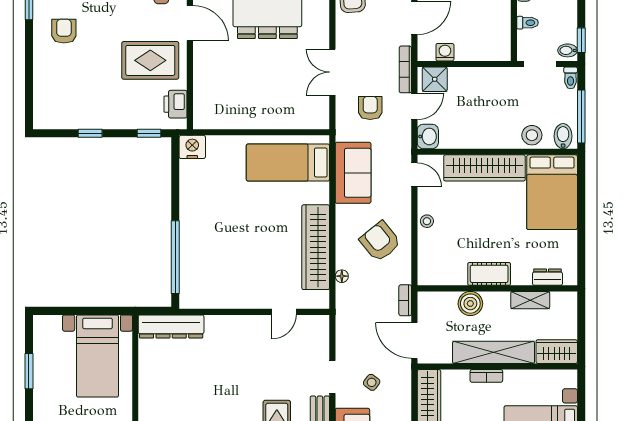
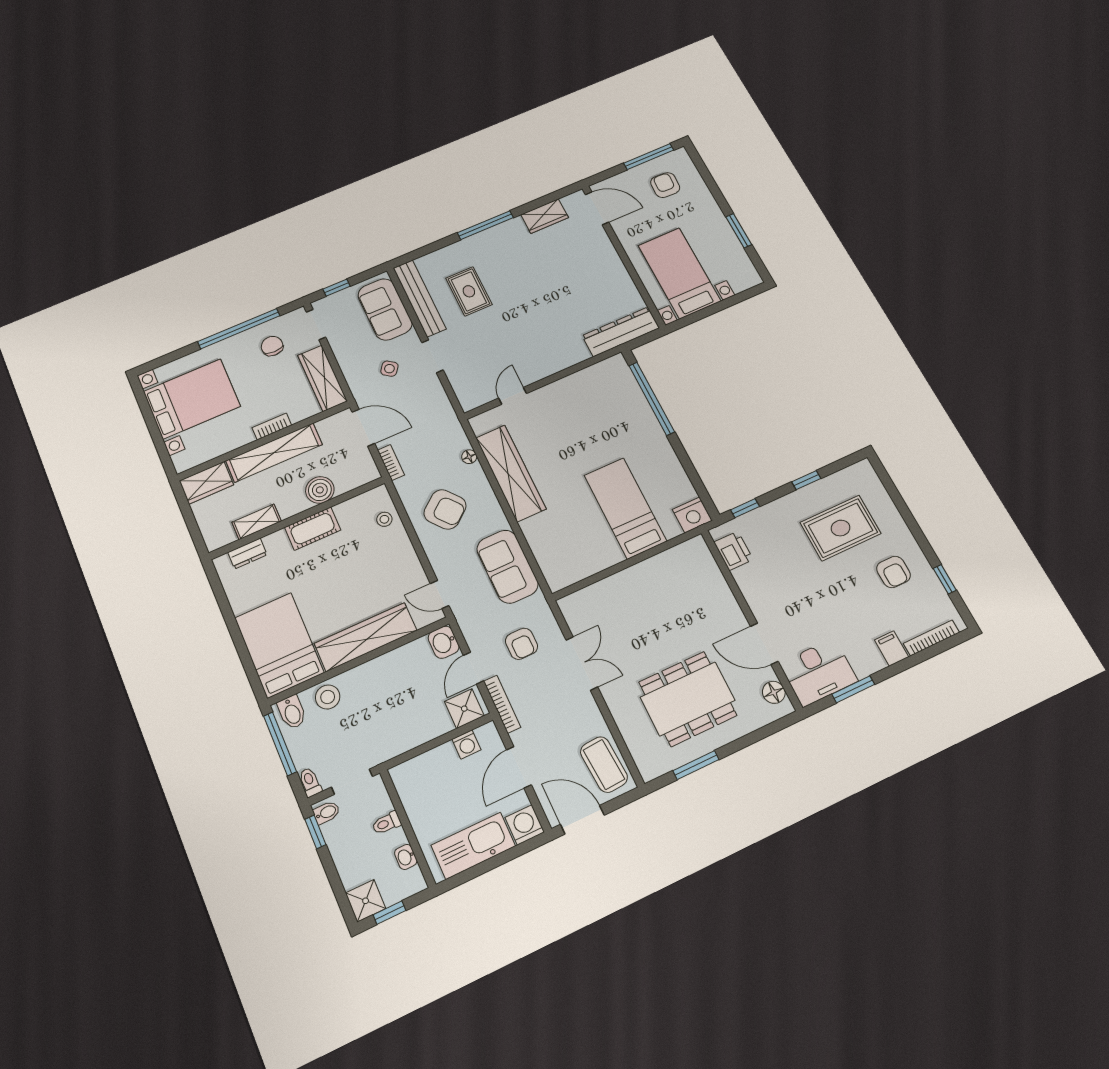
rug: (150, 60) -> (840, 528), moved
bed: (288, 162) -> (625, 508), moved, turned -90
stool: (427, 221) -> (384, 519), moved

